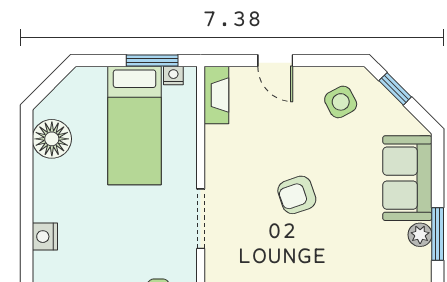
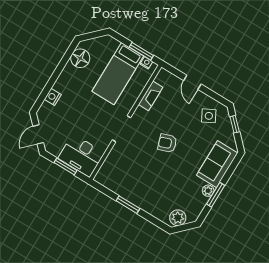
fireplace: (216, 95) -> (151, 96), moved

